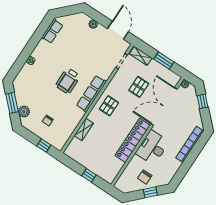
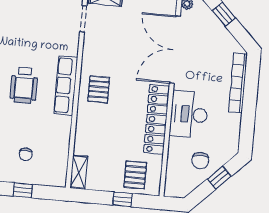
pallet: (139, 87) -> (135, 175), moved
shelving: (84, 129) -> (79, 172), moved
window: (44, 146) -> (23, 190), moved

